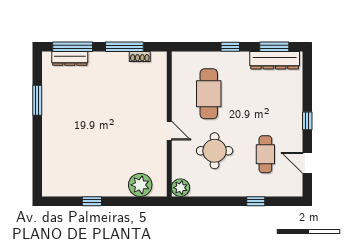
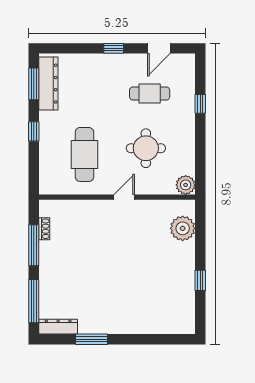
dresser: (70, 58) -> (58, 327), moved, turned -90
cafe table: (209, 94) -> (84, 154), turned 90

